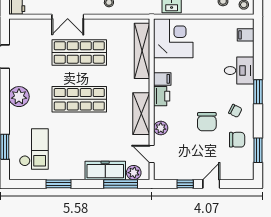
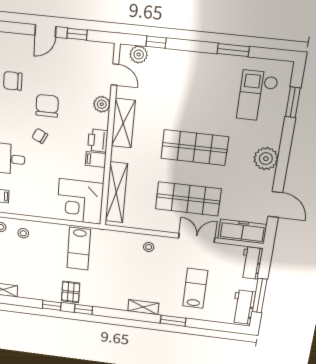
chair: (235, 111) -> (40, 136), moved
freezer: (105, 170) -> (242, 231), moved, turned 180
window: (121, 184) -> (156, 42), width x0.46

